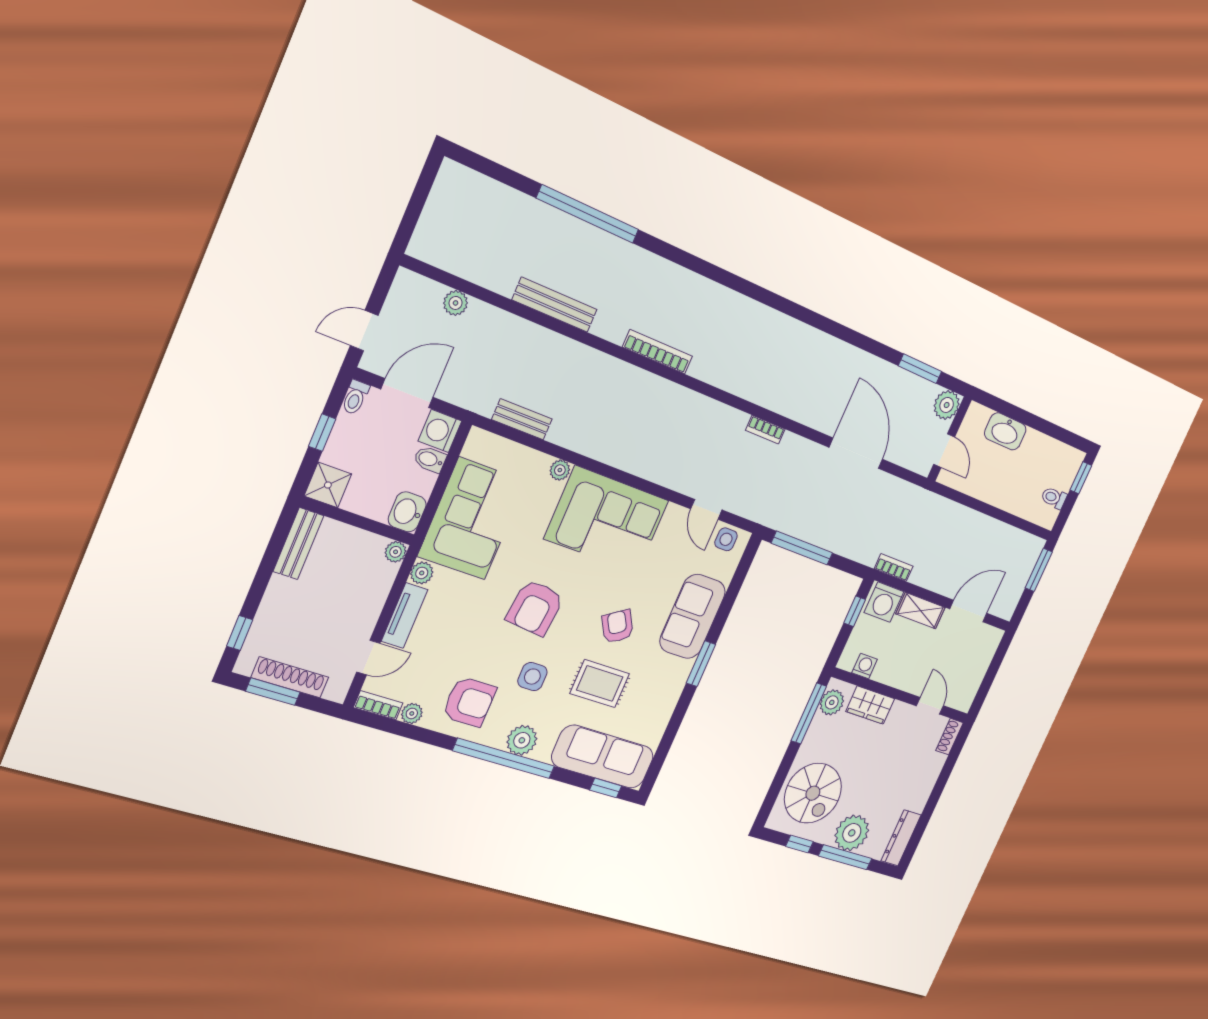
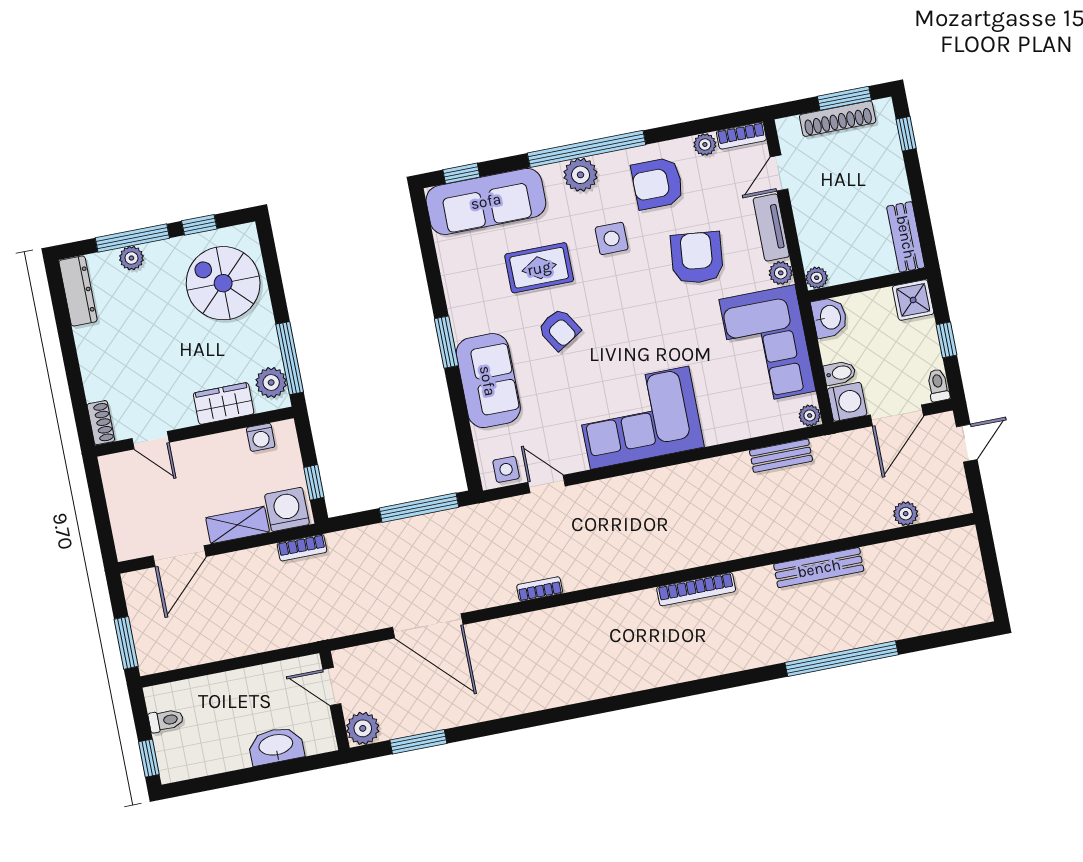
plant: (560, 470) -> (810, 415), moved
armchair: (535, 608) -> (697, 258), moved
plant: (852, 833) -> (131, 258), width x0.53, depth x0.53

